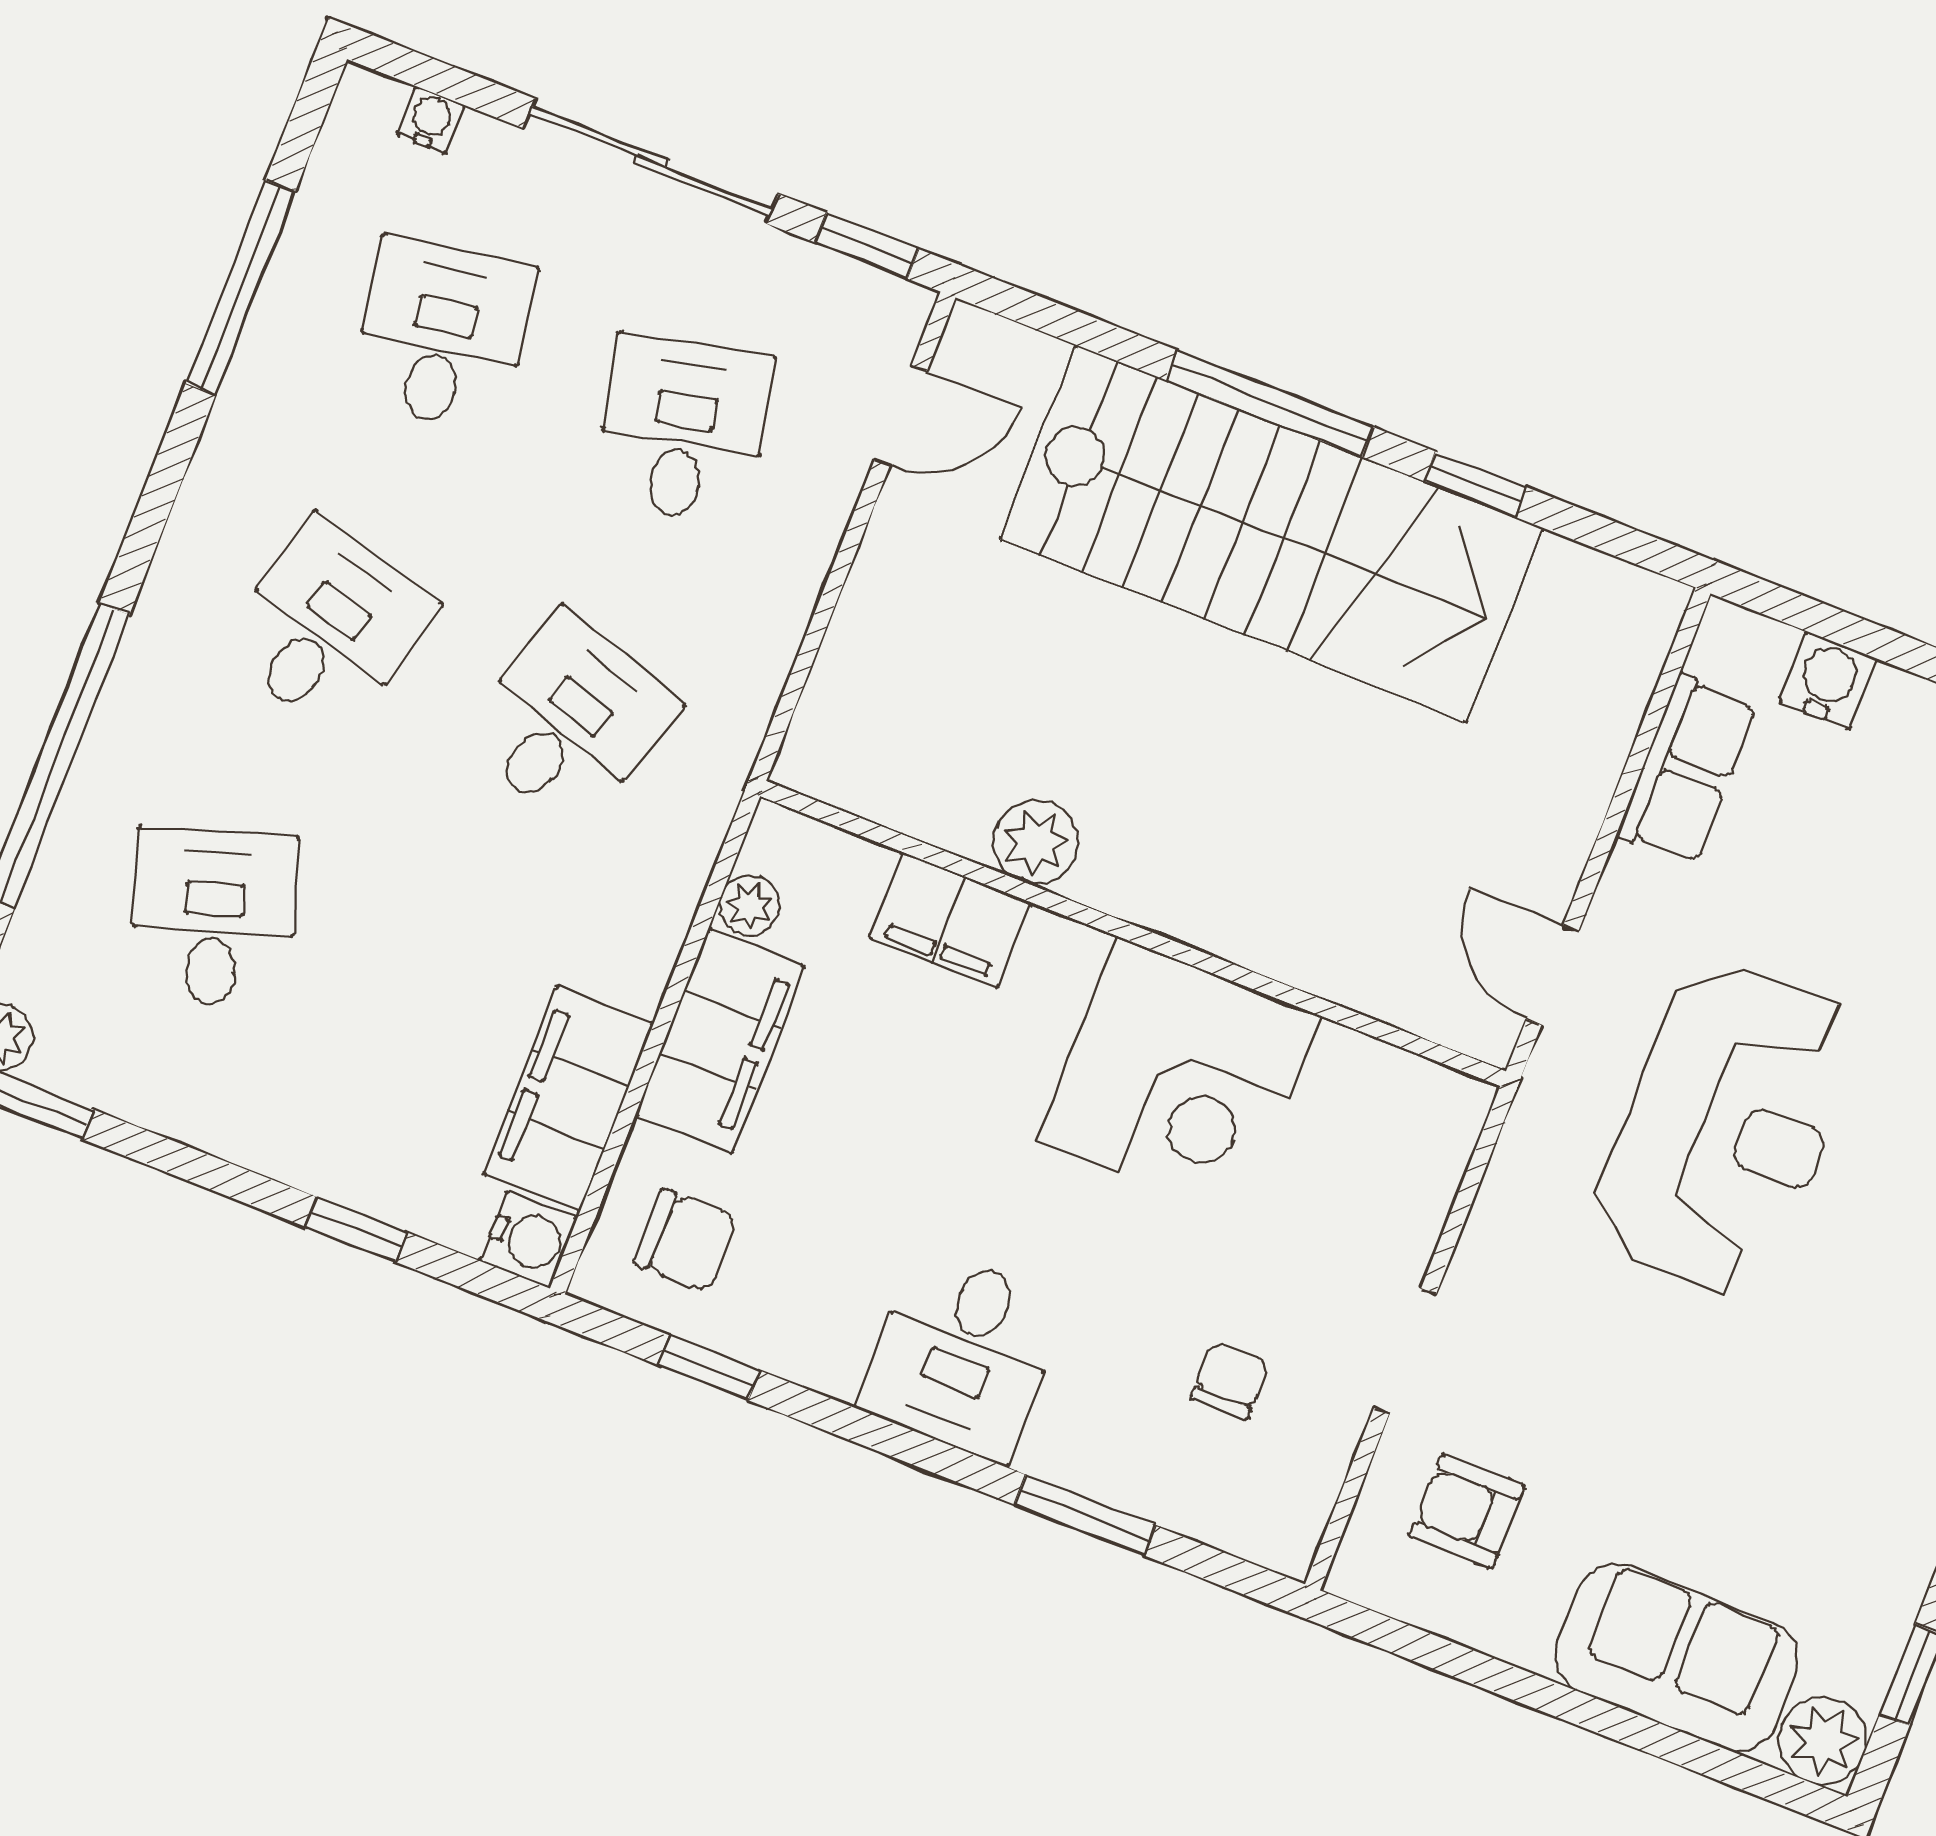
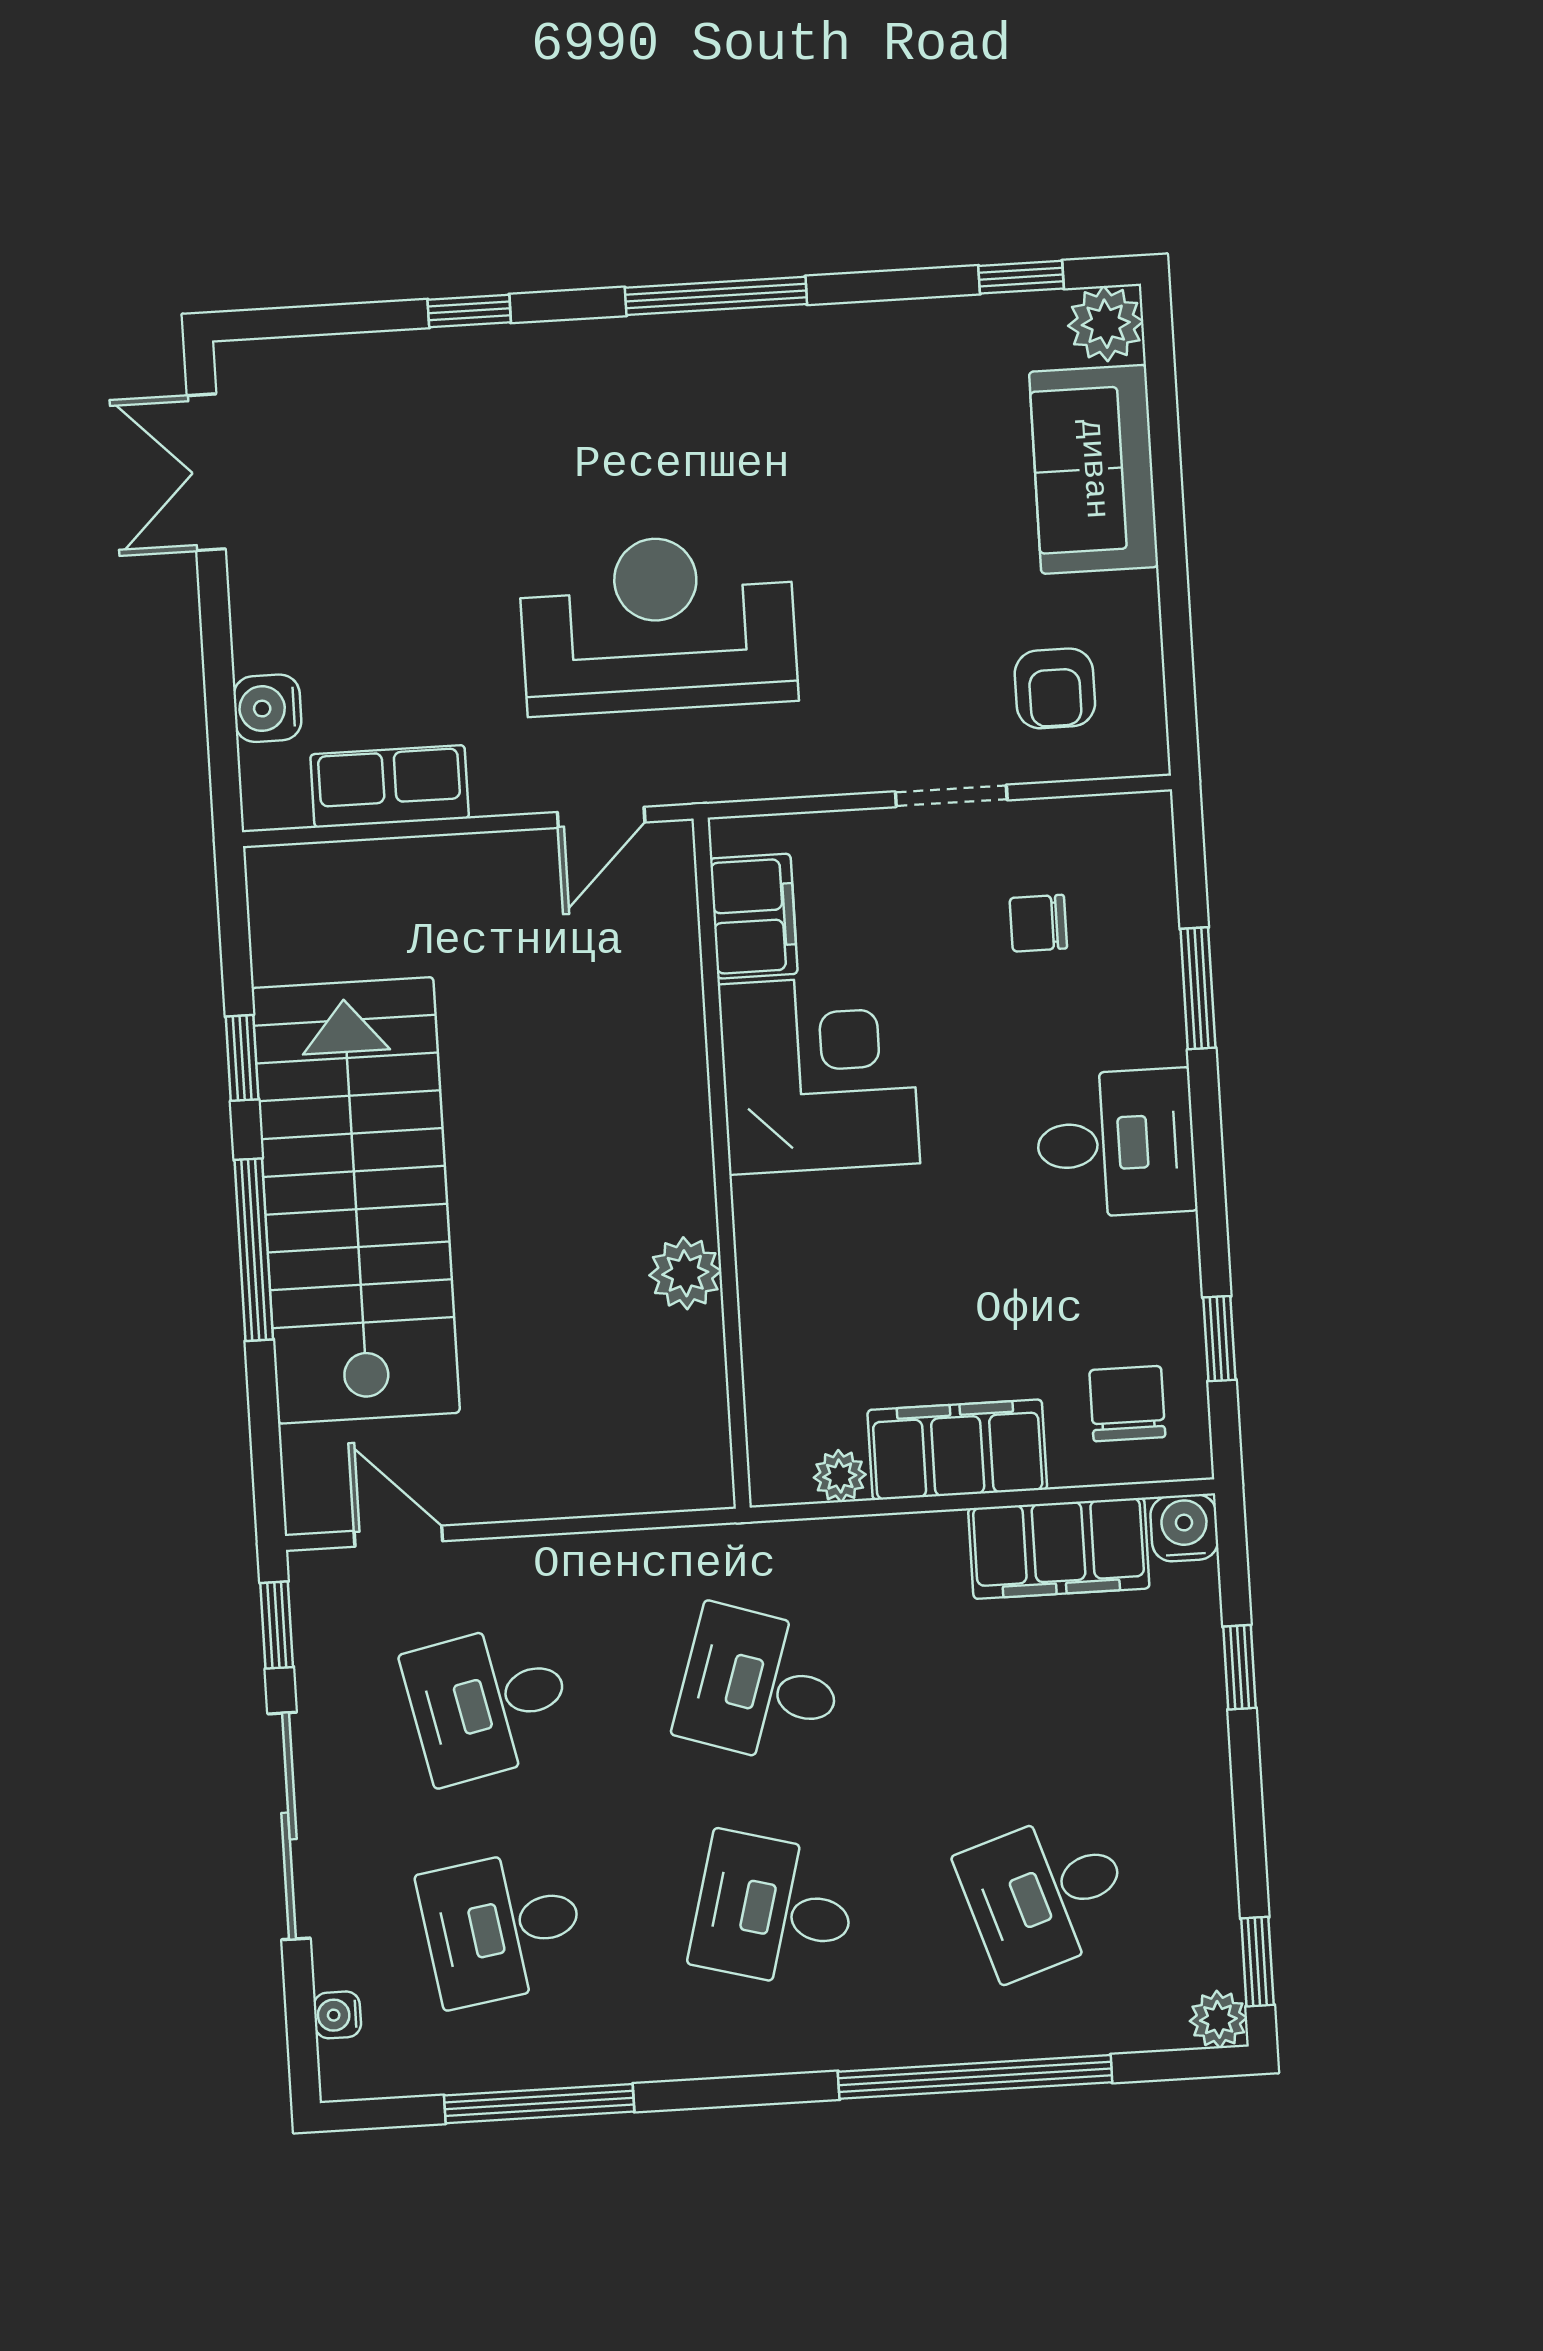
filing cabinet: (950, 920) -> (754, 916), moved

